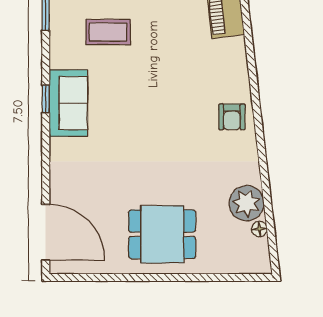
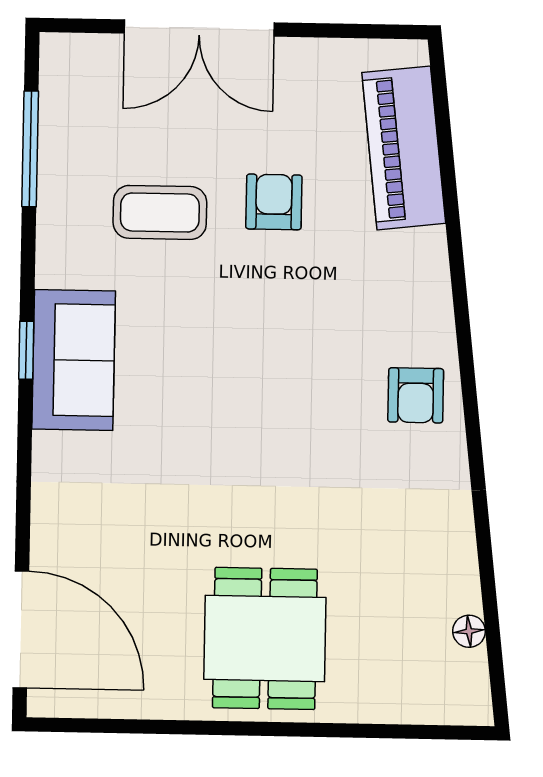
armchair: (162, 26) -> (274, 202), added
plant: (247, 203) -> (443, 577), removed
dining table: (162, 234) -> (265, 638), turned 90

